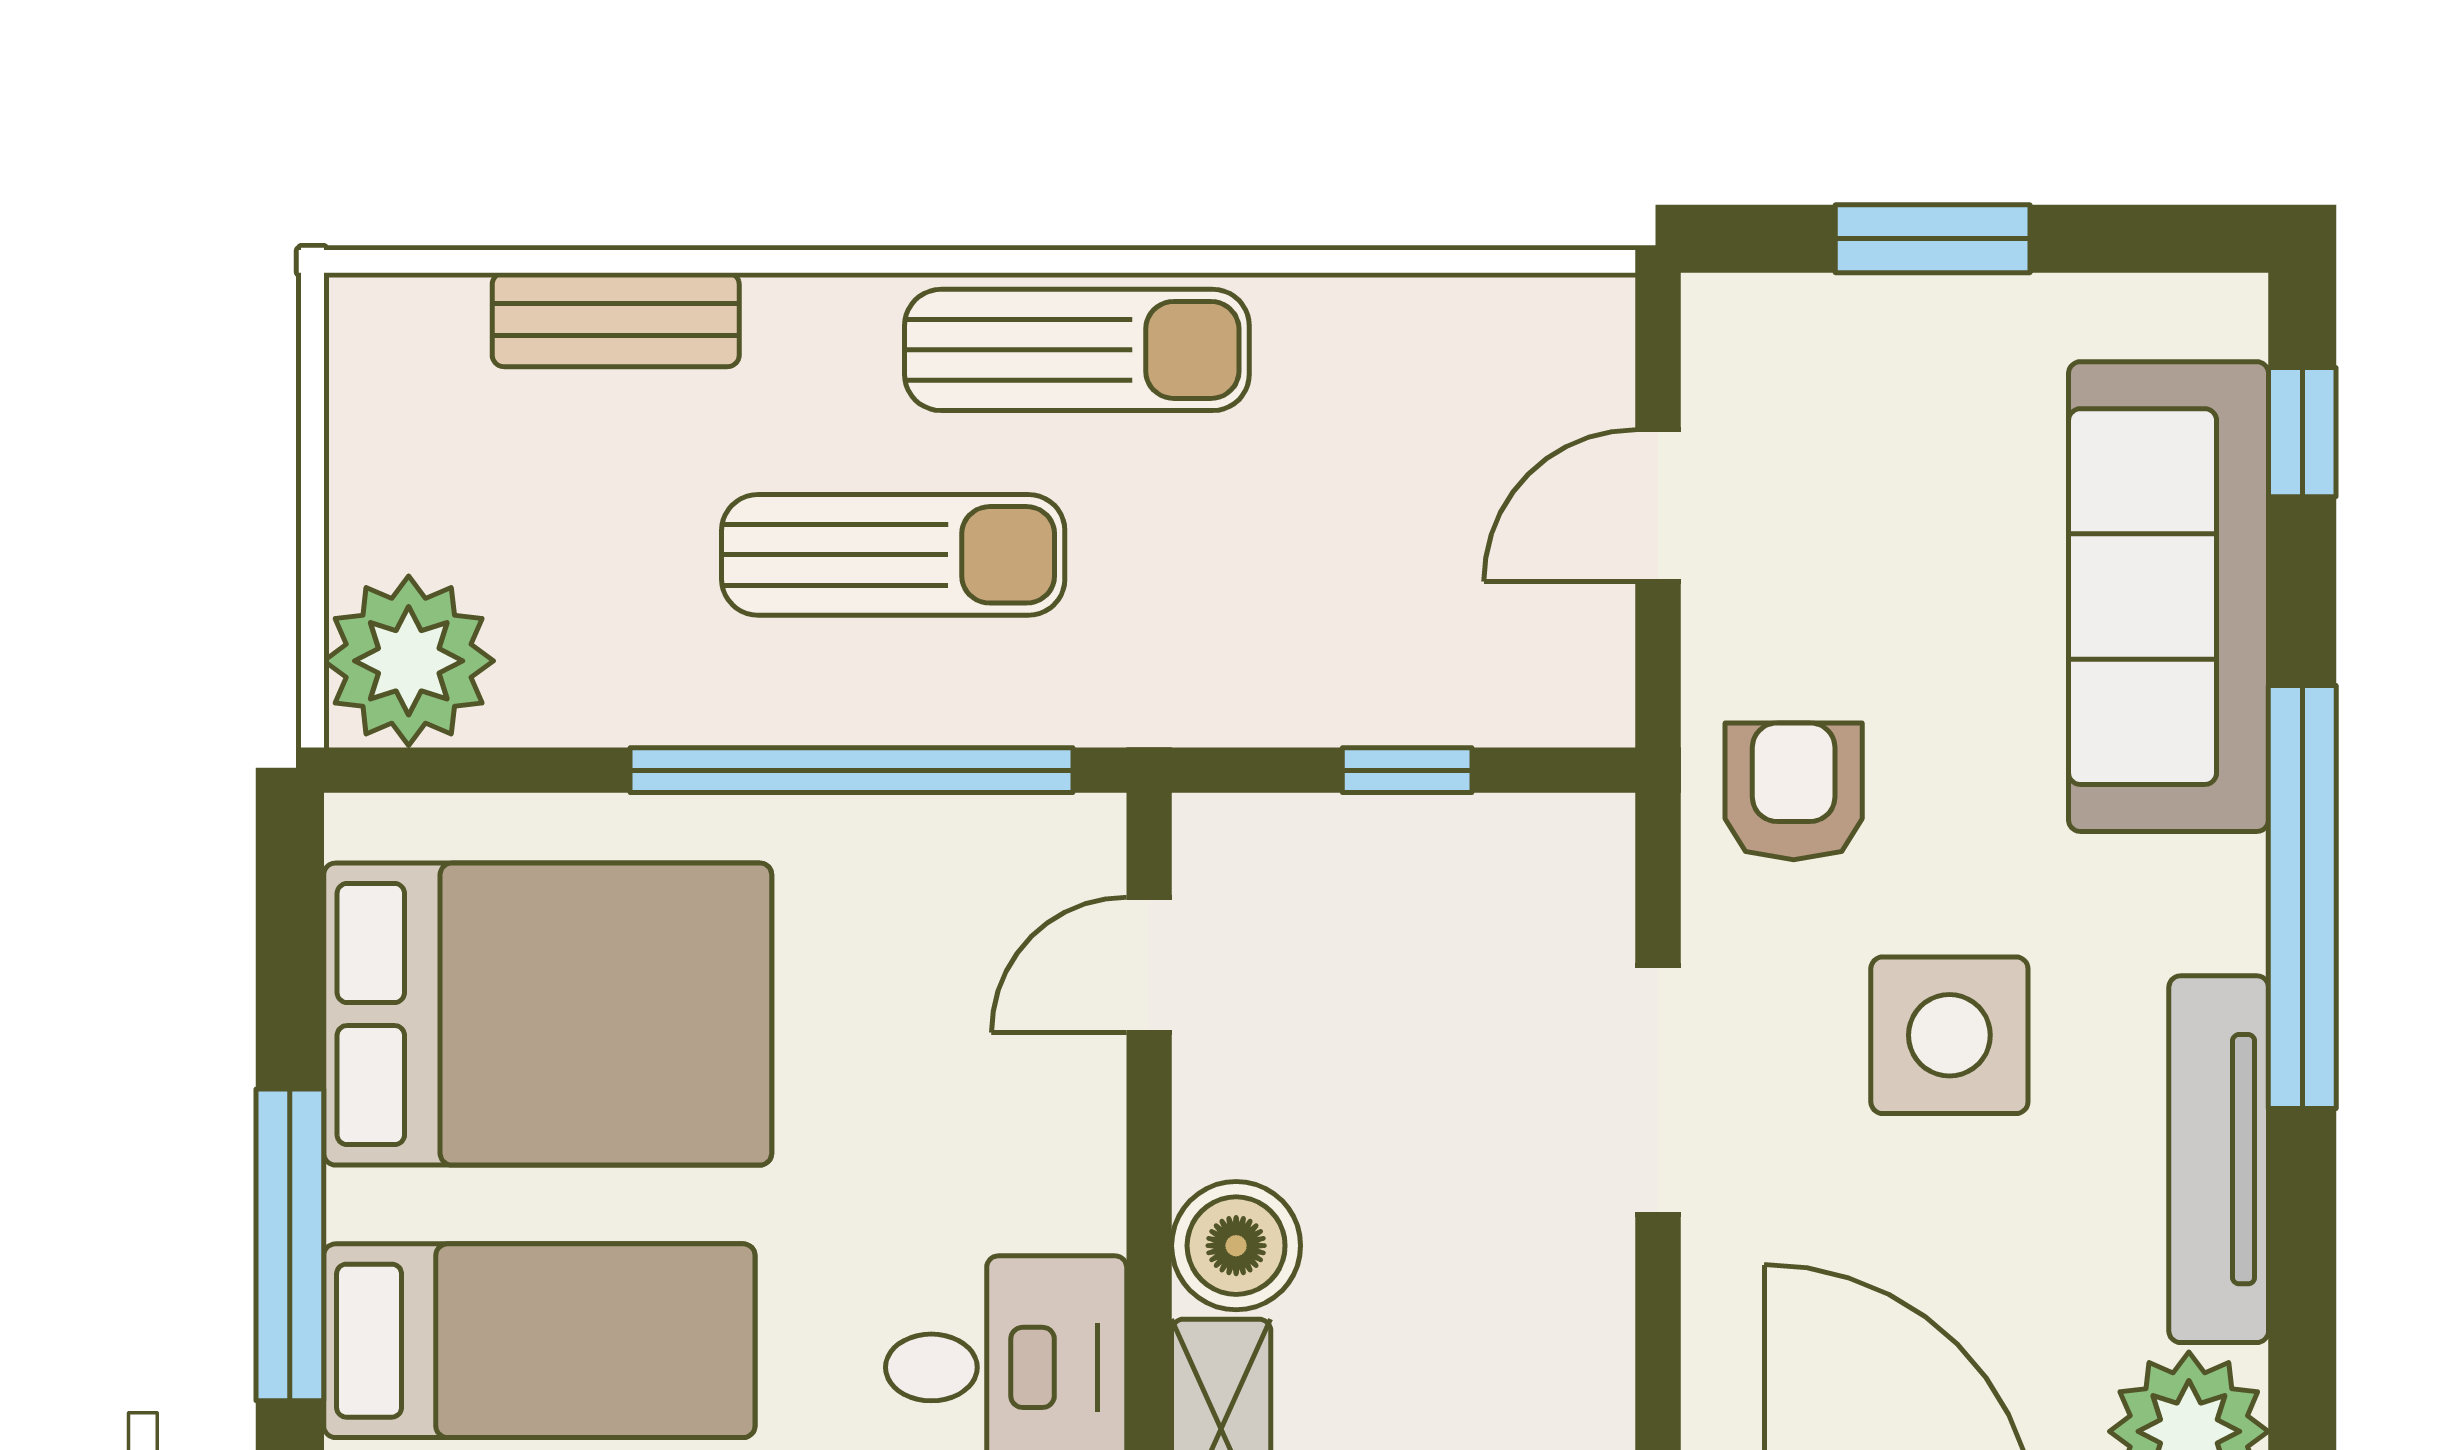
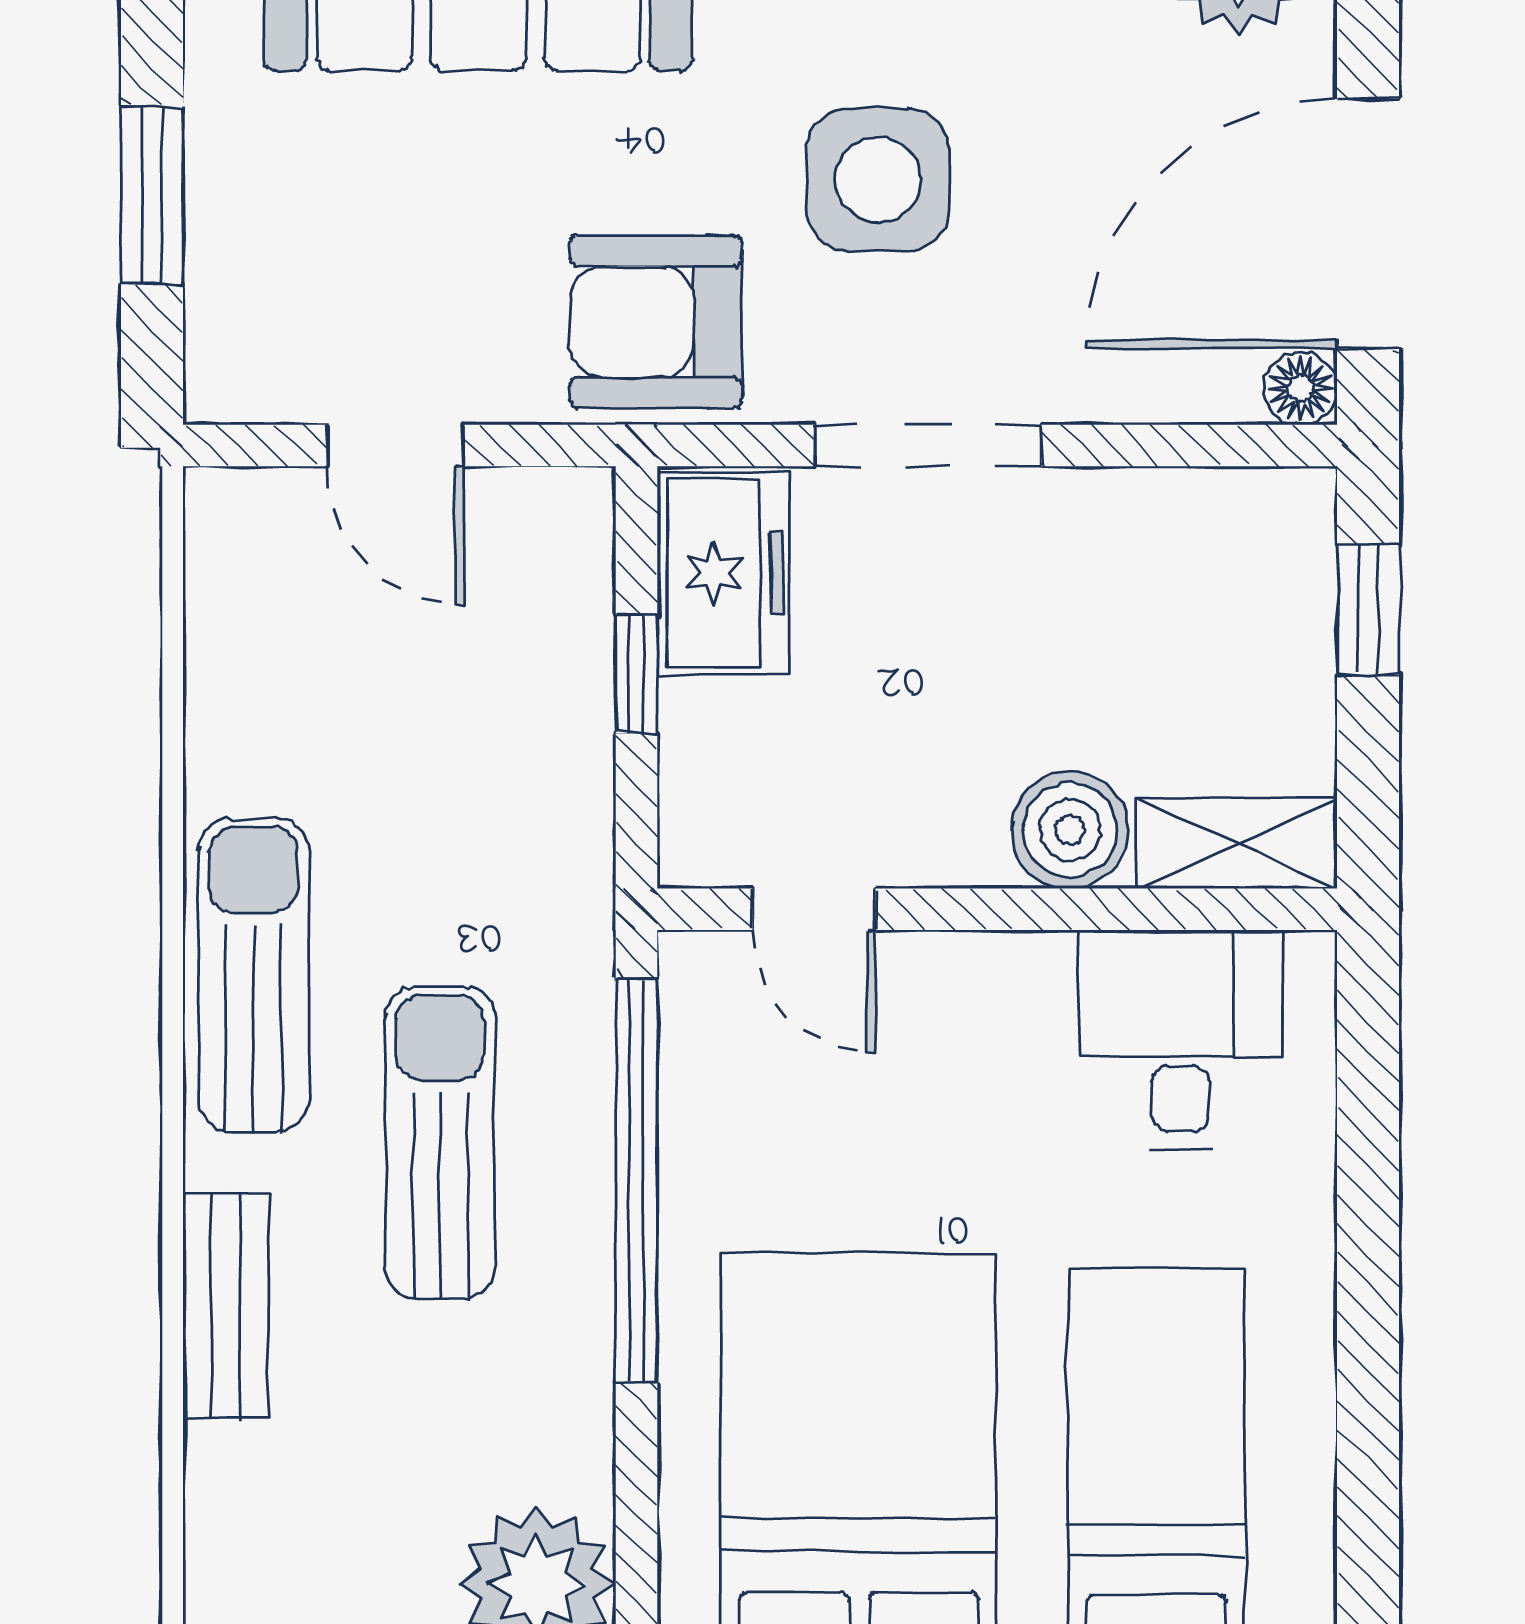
bench: (616, 320) -> (226, 1306), moved
armchair: (1794, 791) -> (656, 322), width x1.38, depth x1.38
freezer: (1518, 865) -> (723, 573), added

